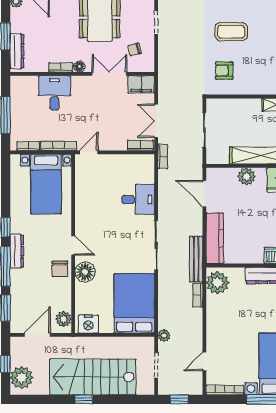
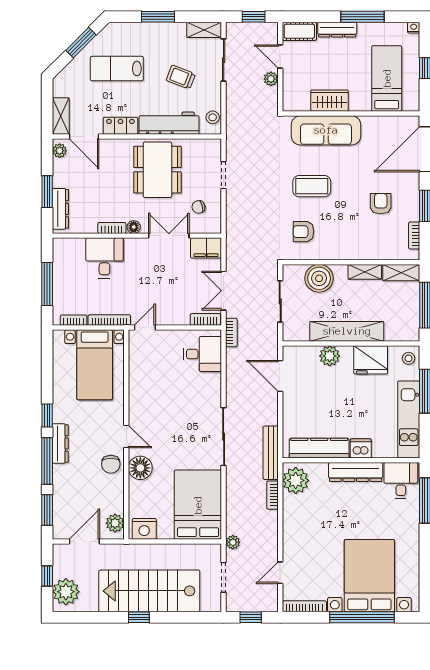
boiler: (237, 110) -> (319, 278), added
desk: (138, 199) -> (203, 354), moved
kitchen counter: (215, 238) -> (319, 448), moved, turned -90

